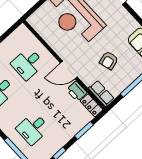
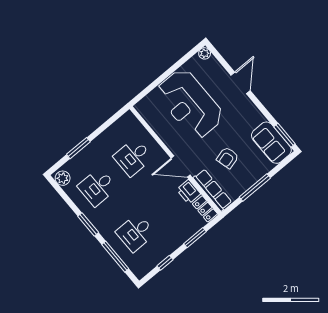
row of seats: (101, 93) -> (212, 190), width x1.48

